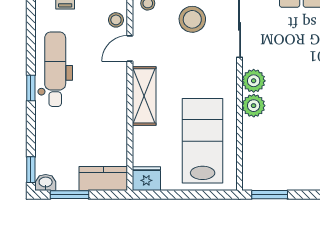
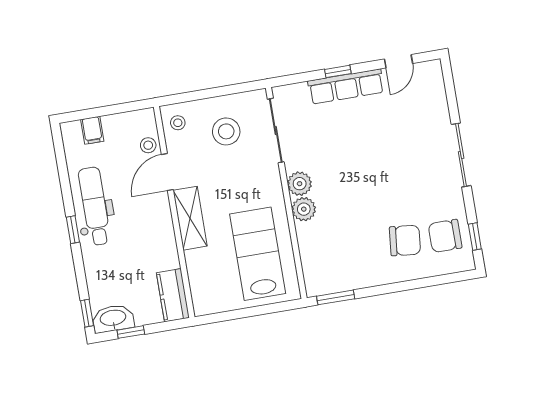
door: (130, 48) -> (167, 172), width x1.38
kitchen counter: (103, 179) -> (173, 295), moved, turned -90
fridge: (146, 179) -> (207, 302), removed
washbasin: (46, 182) -> (113, 318), width x1.91, depth x1.45
window: (69, 195) -> (131, 332), width x0.67

